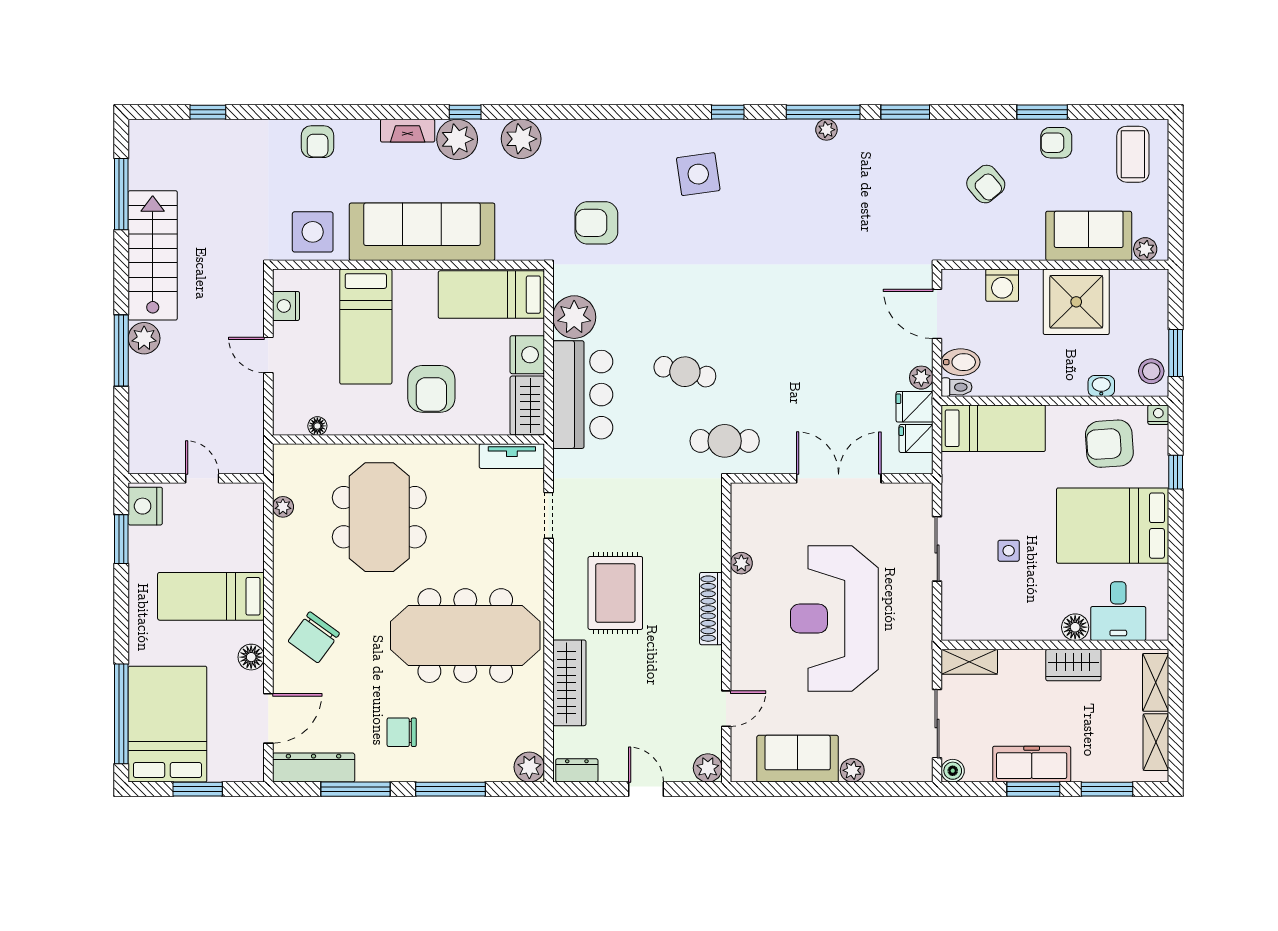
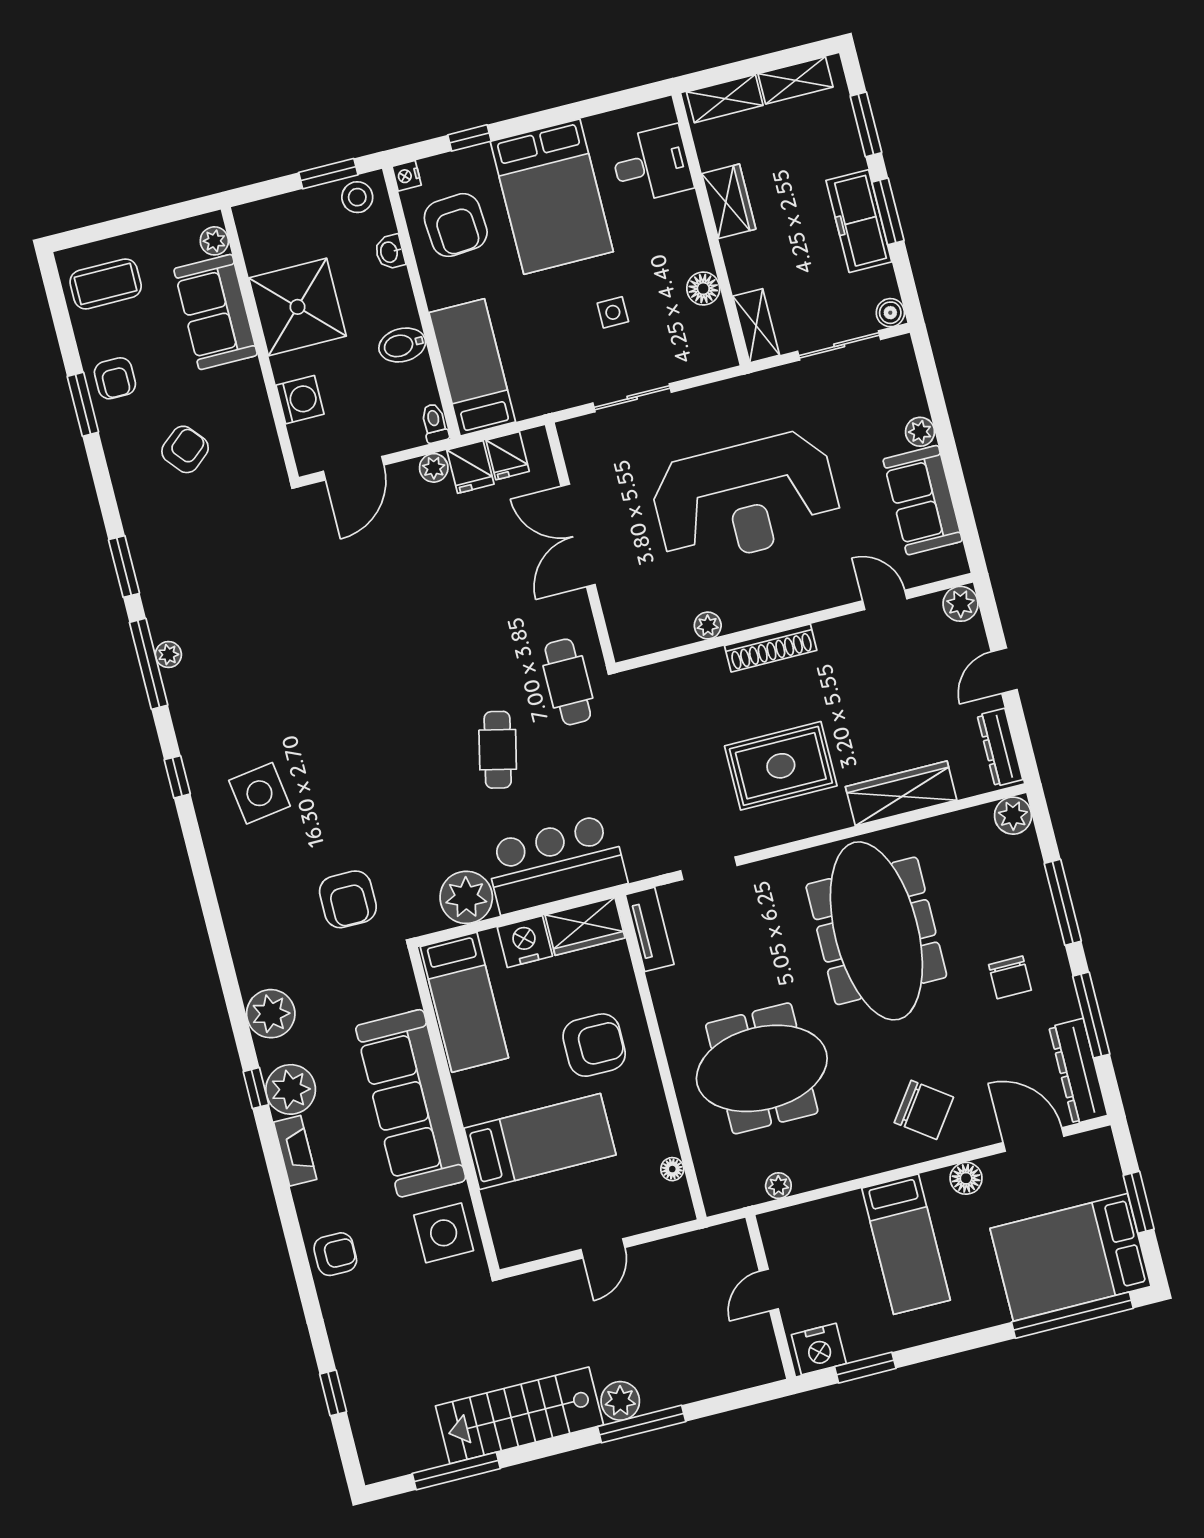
nightstand: (286, 306) -> (539, 1242), removed
bidet: (961, 362) -> (402, 345), moved, turned -90
floor lamp: (1075, 627) -> (703, 289), moved
dresser: (577, 770) -> (1000, 747), width x1.44

